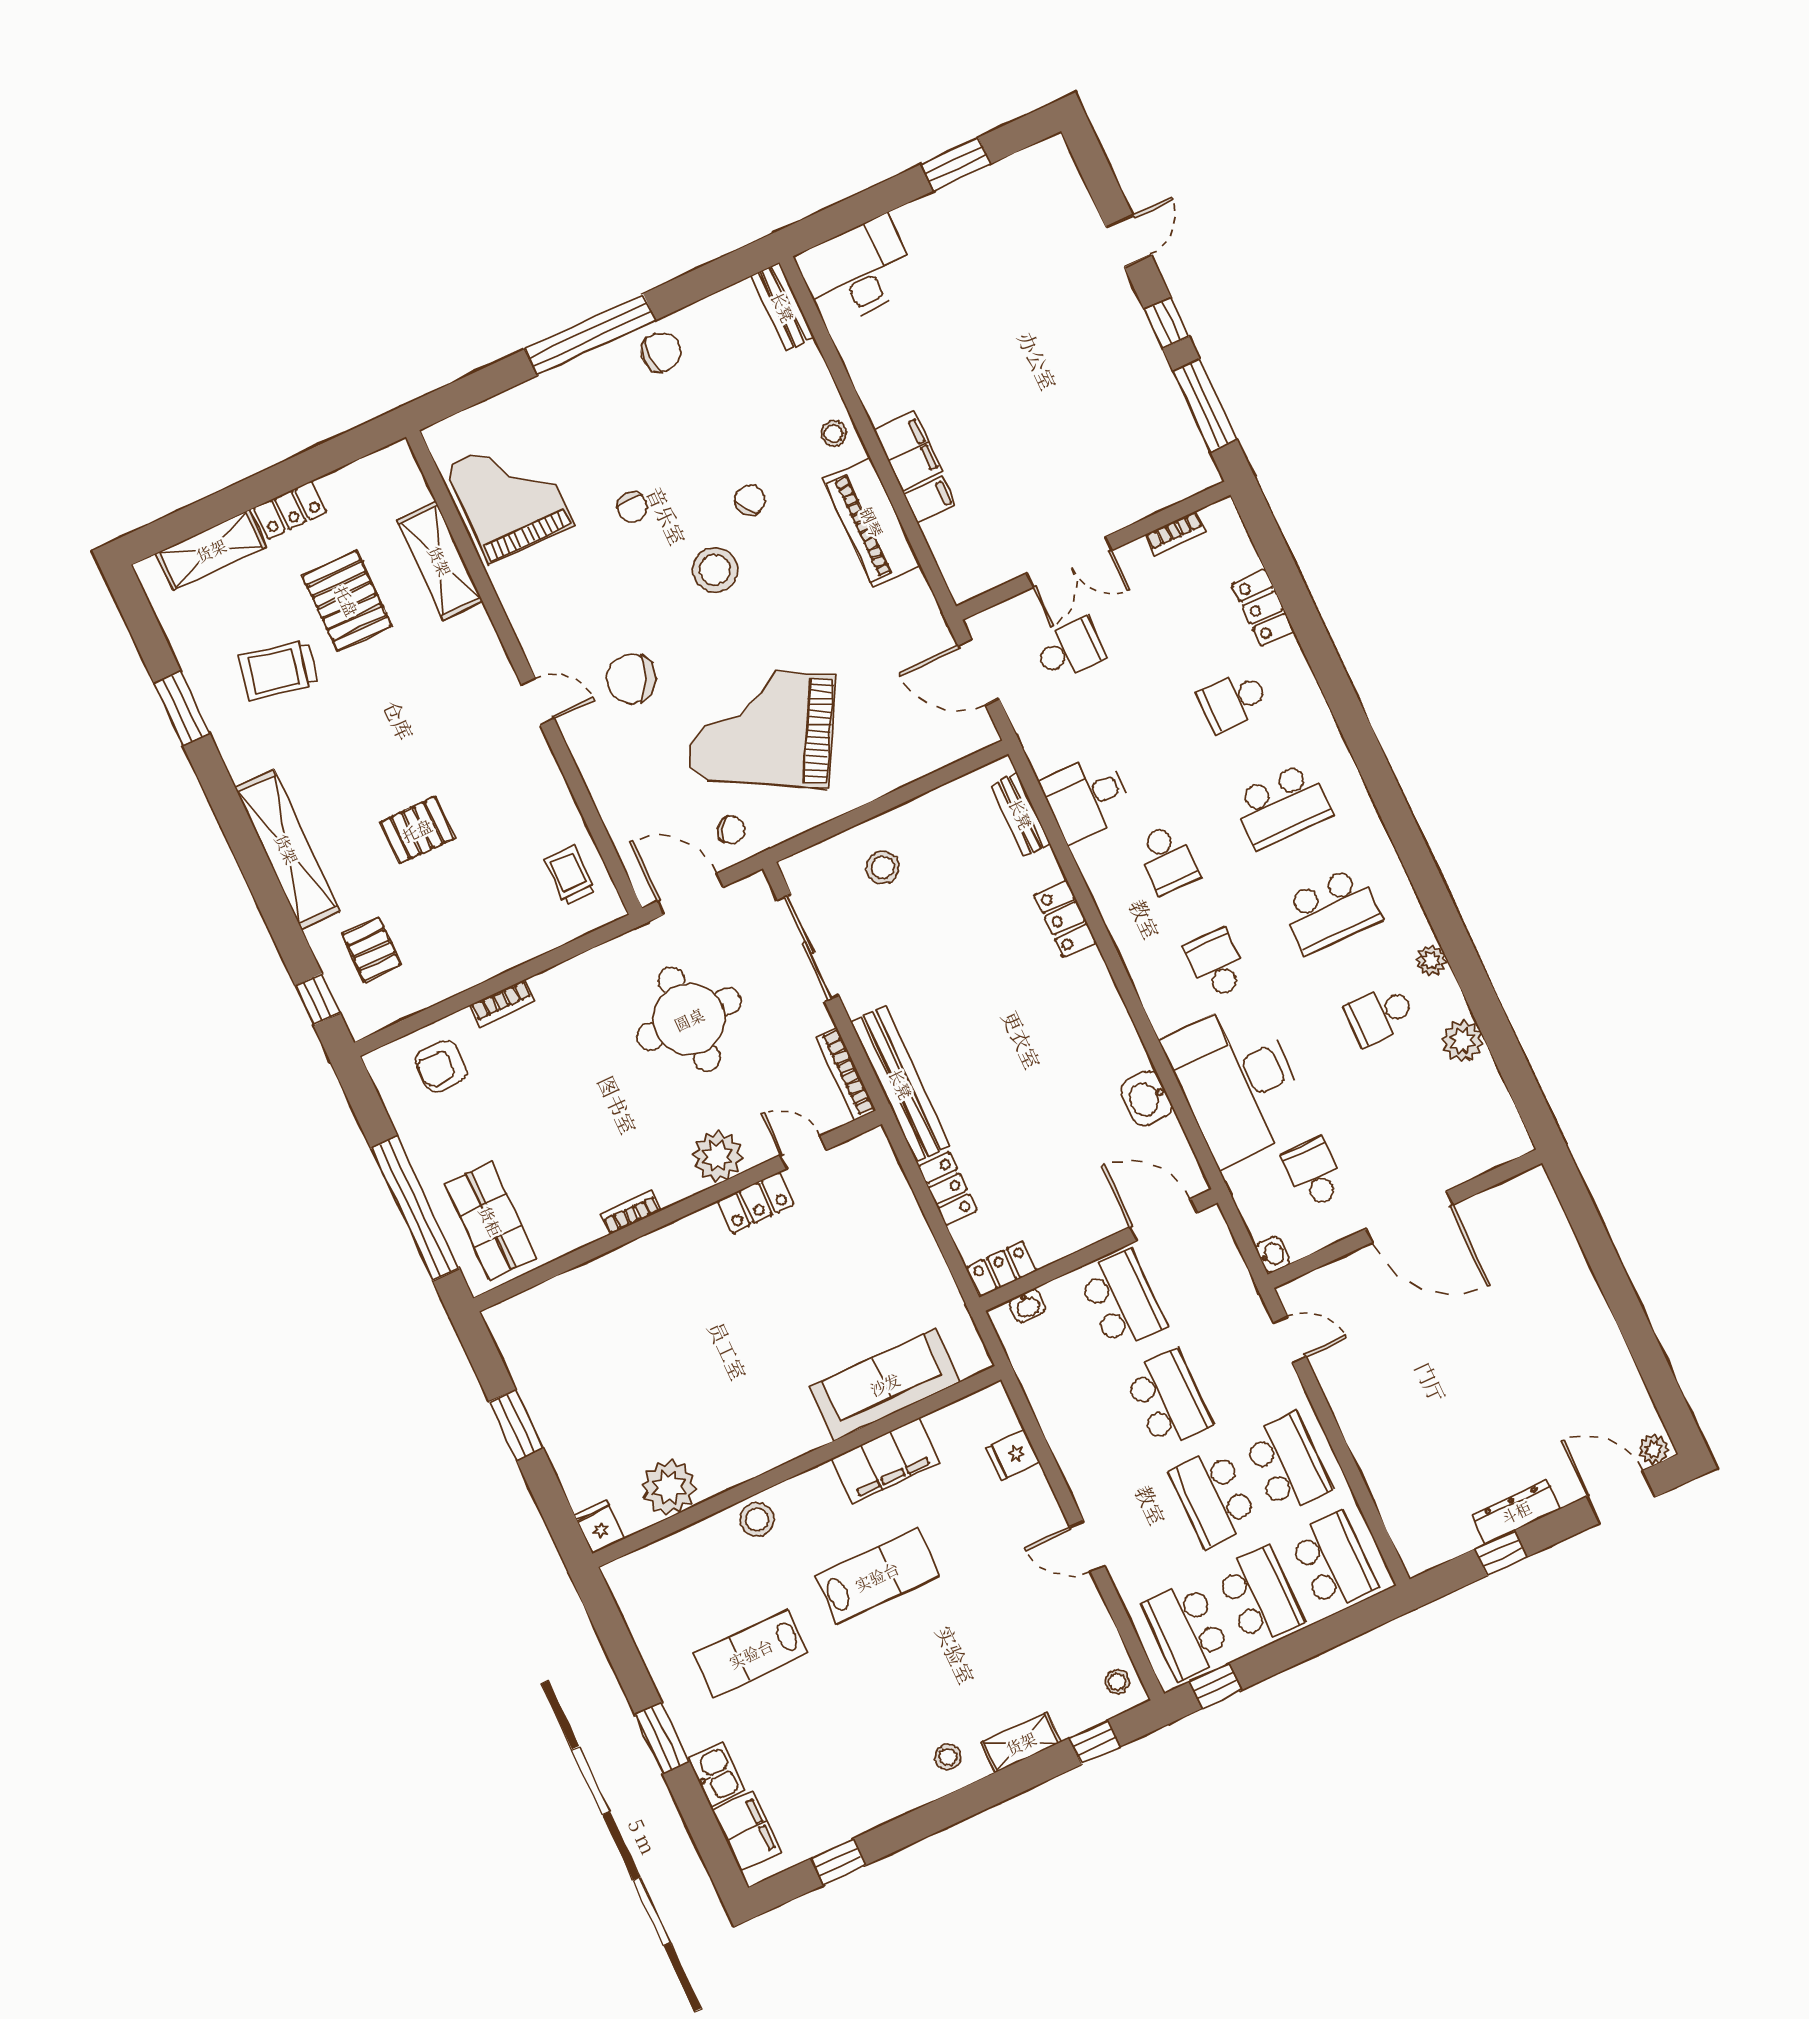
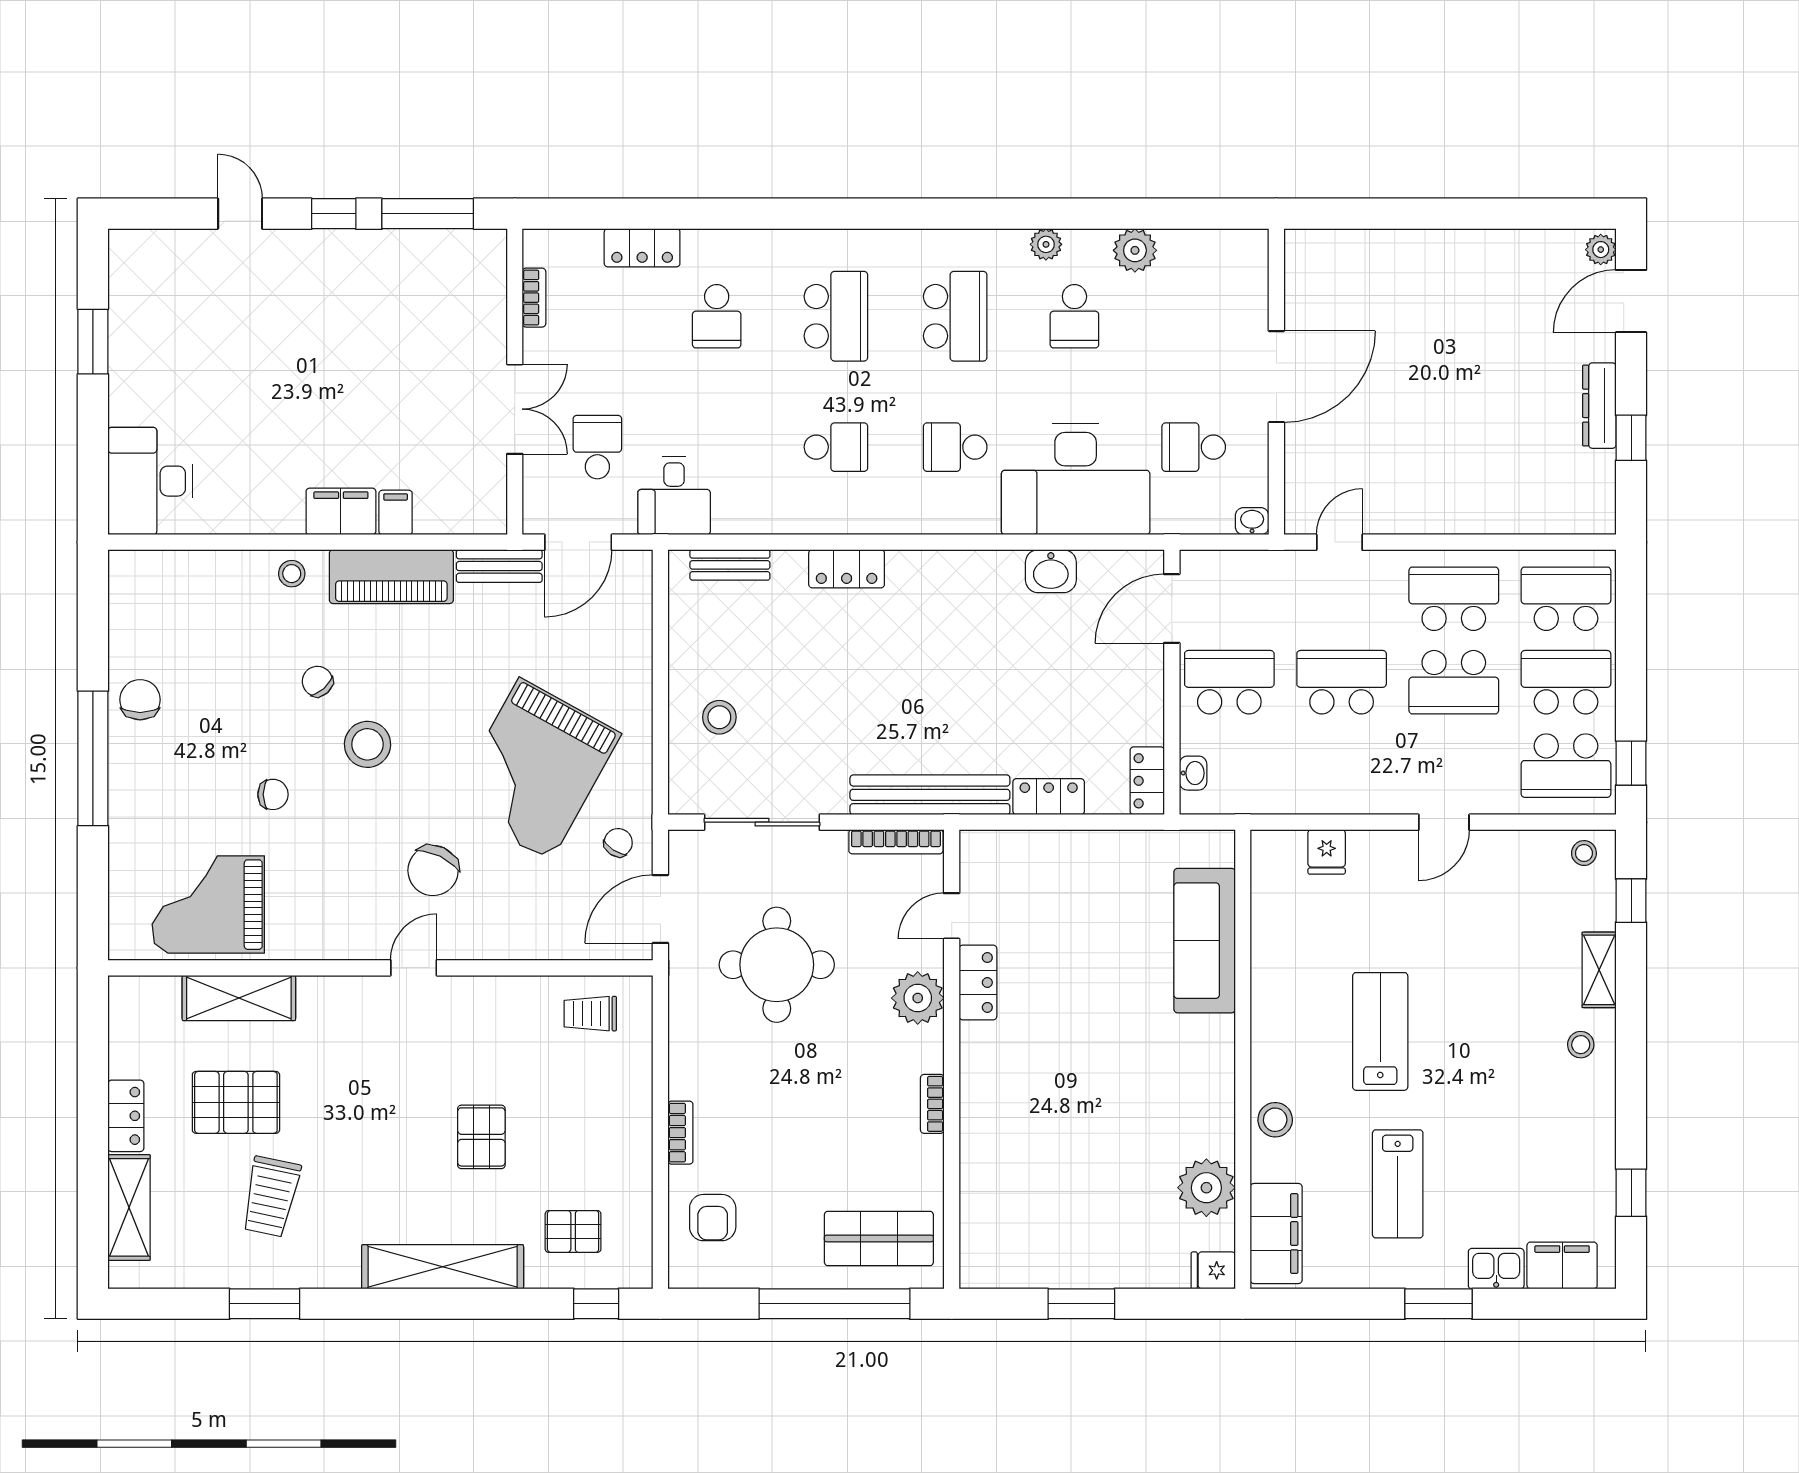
bench: (783, 307) -> (499, 566), moved
desk: (1087, 798) -> (674, 496), moved
filing cabinet: (886, 1461) -> (1276, 1234), moved

